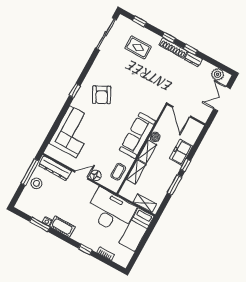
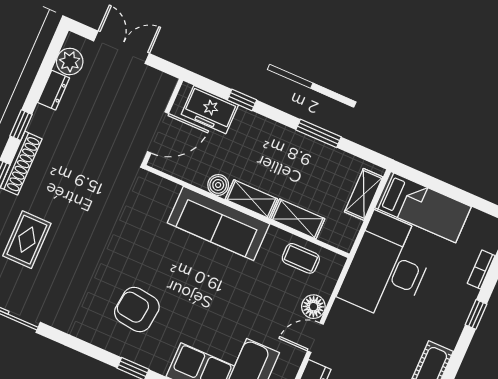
dresser: (193, 59) -> (54, 90), moved
armchair: (102, 95) -> (137, 309), turned -145
double door: (222, 99) -> (121, 47), swing flipped
freezer: (181, 152) -> (210, 110), moved
window: (185, 165) -> (242, 100), moved
door: (81, 175) -> (315, 338), hinge flipped

